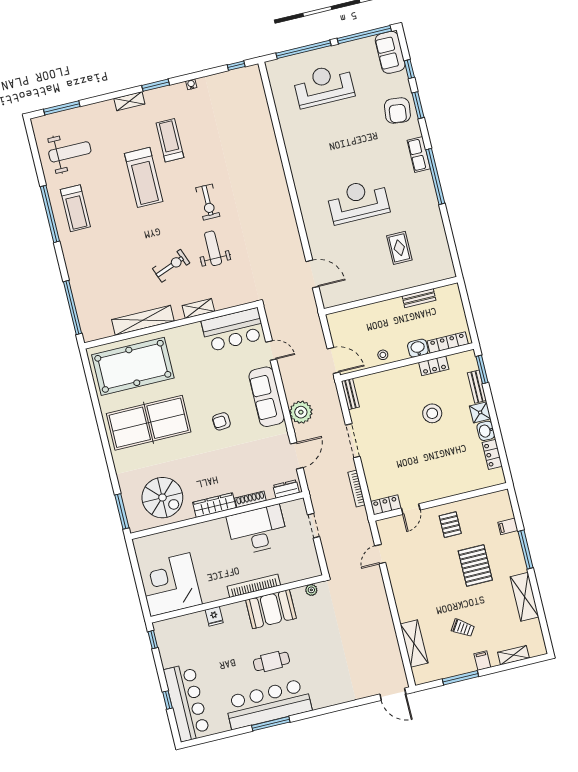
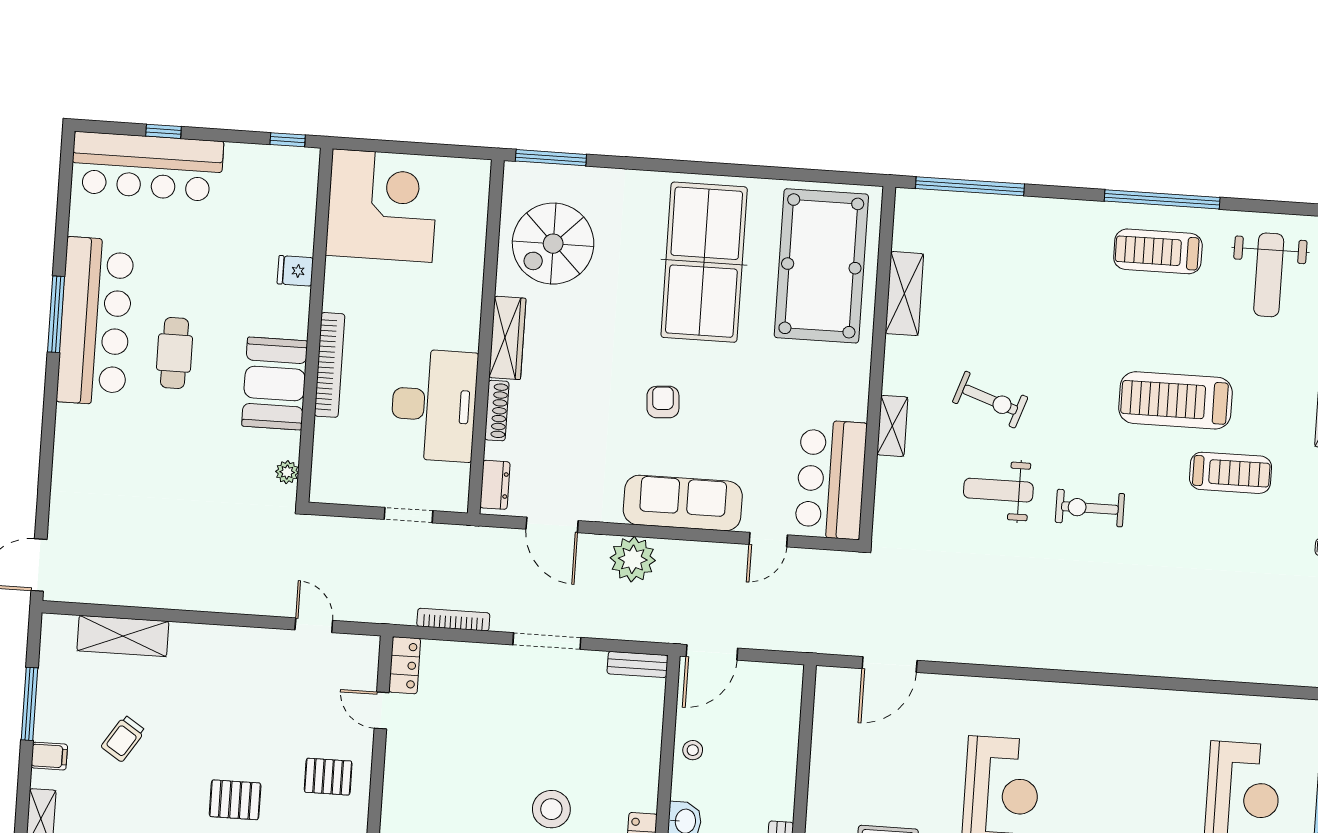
weight bench: (213, 248) -> (998, 490), turned 180
exercise bike: (171, 266) -> (990, 400), turned -50
shelving: (143, 320) -> (904, 294), width x0.68
pallet: (475, 565) -> (235, 800), width x0.67, depth x0.71

